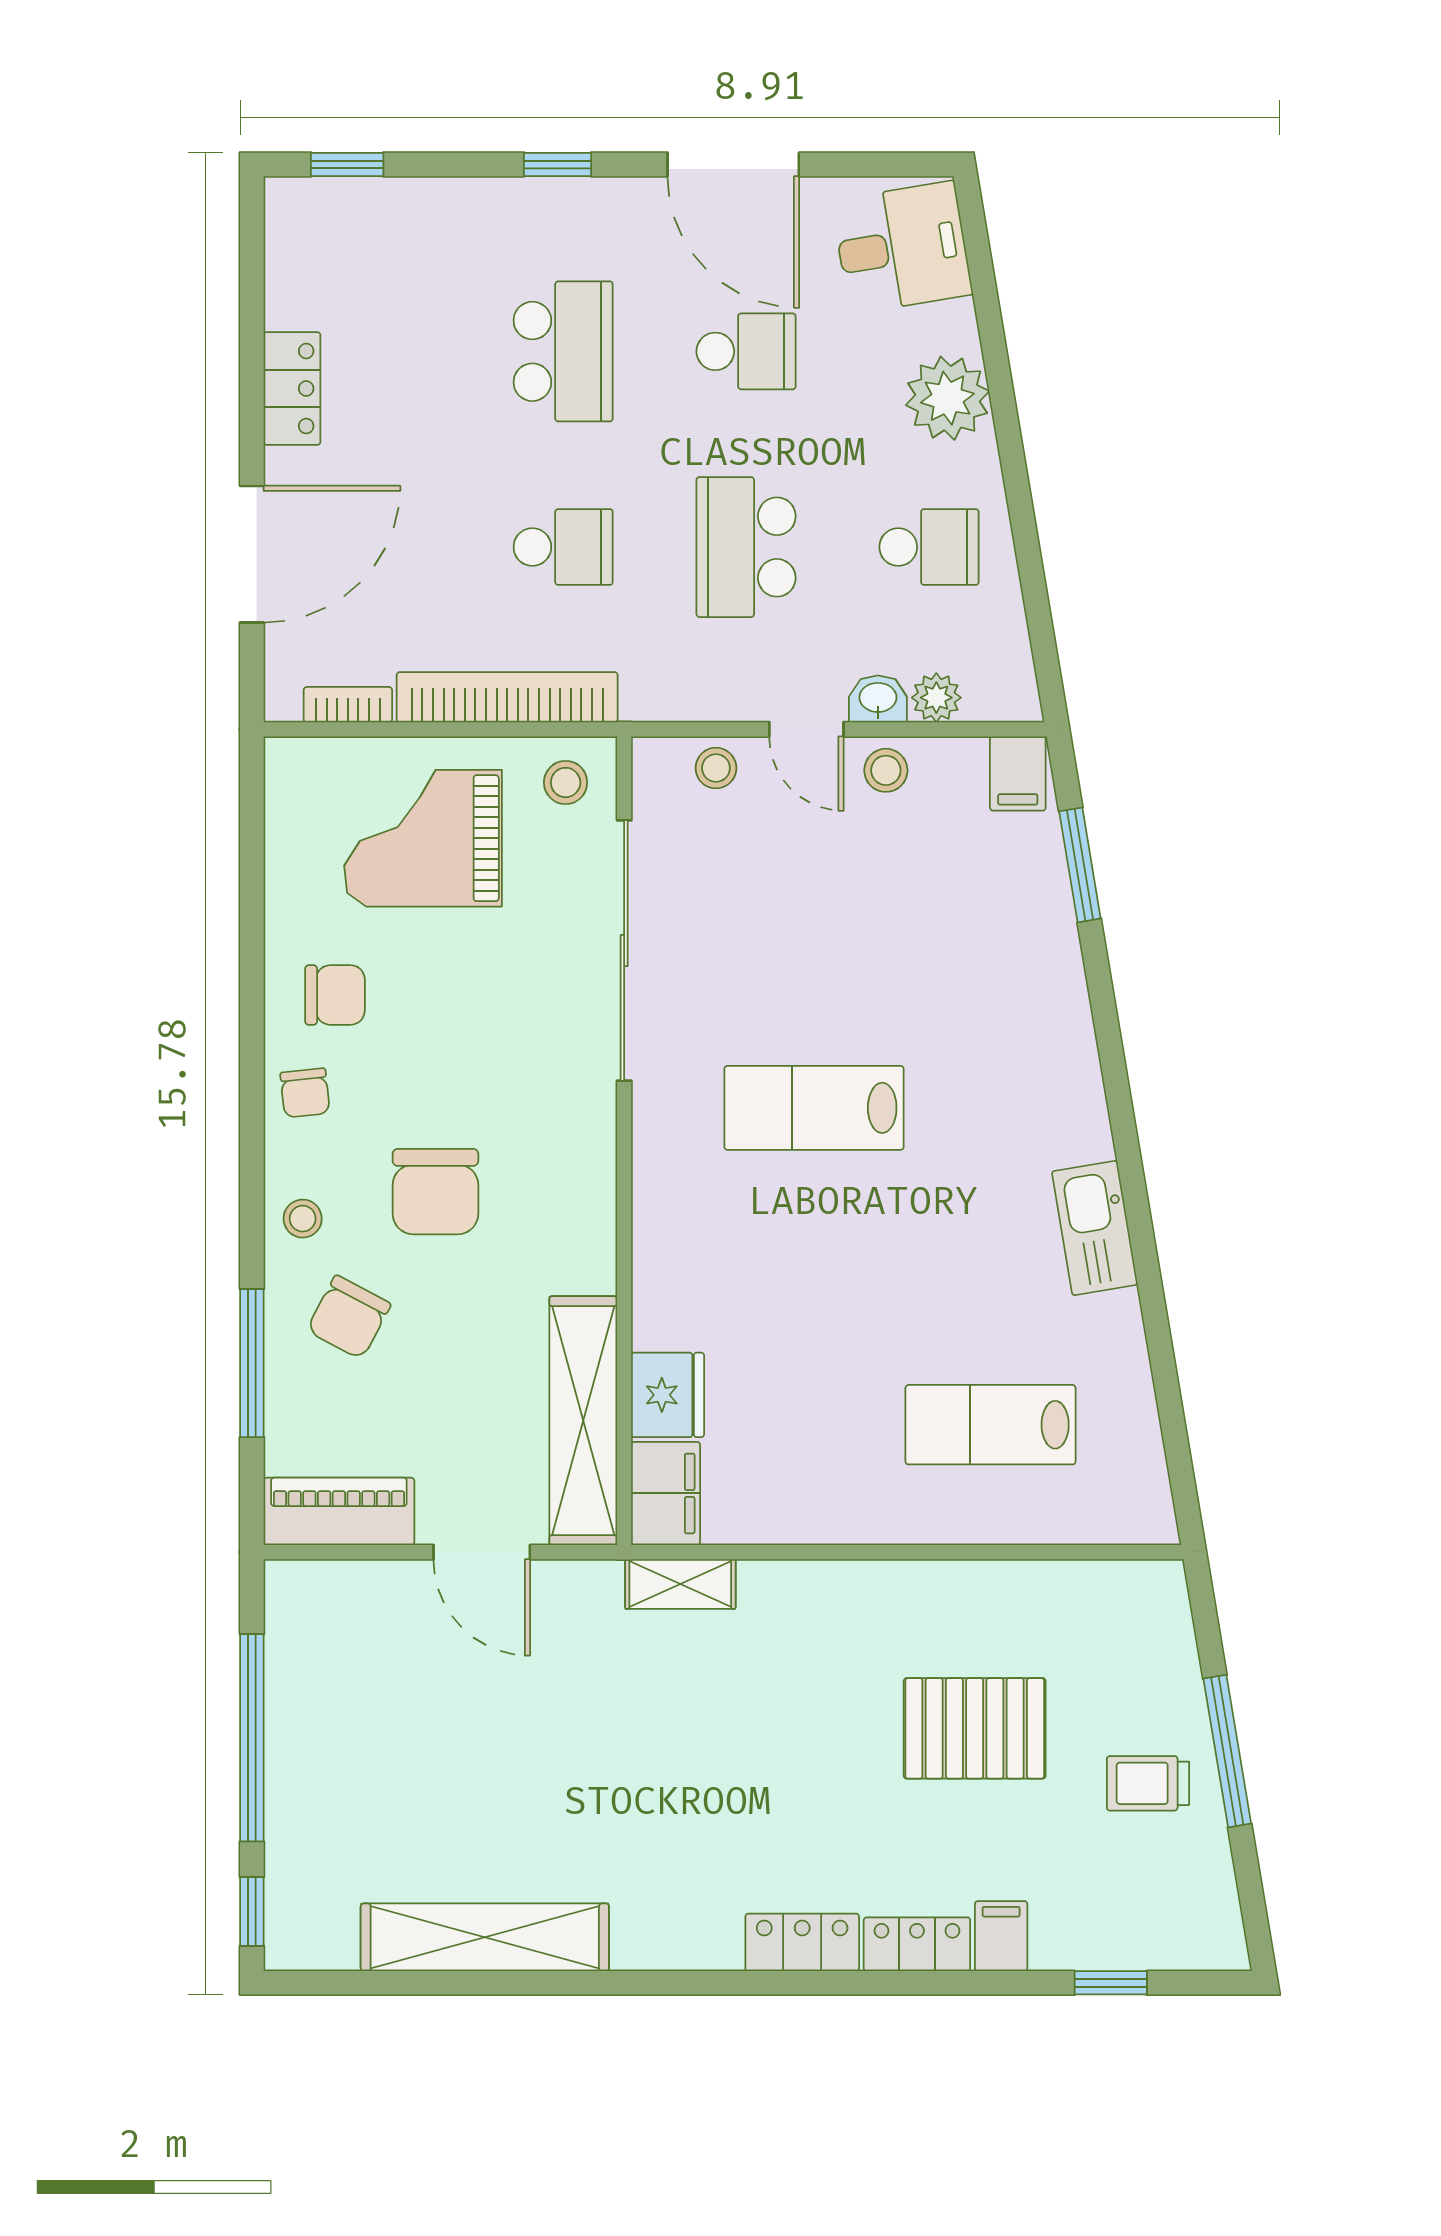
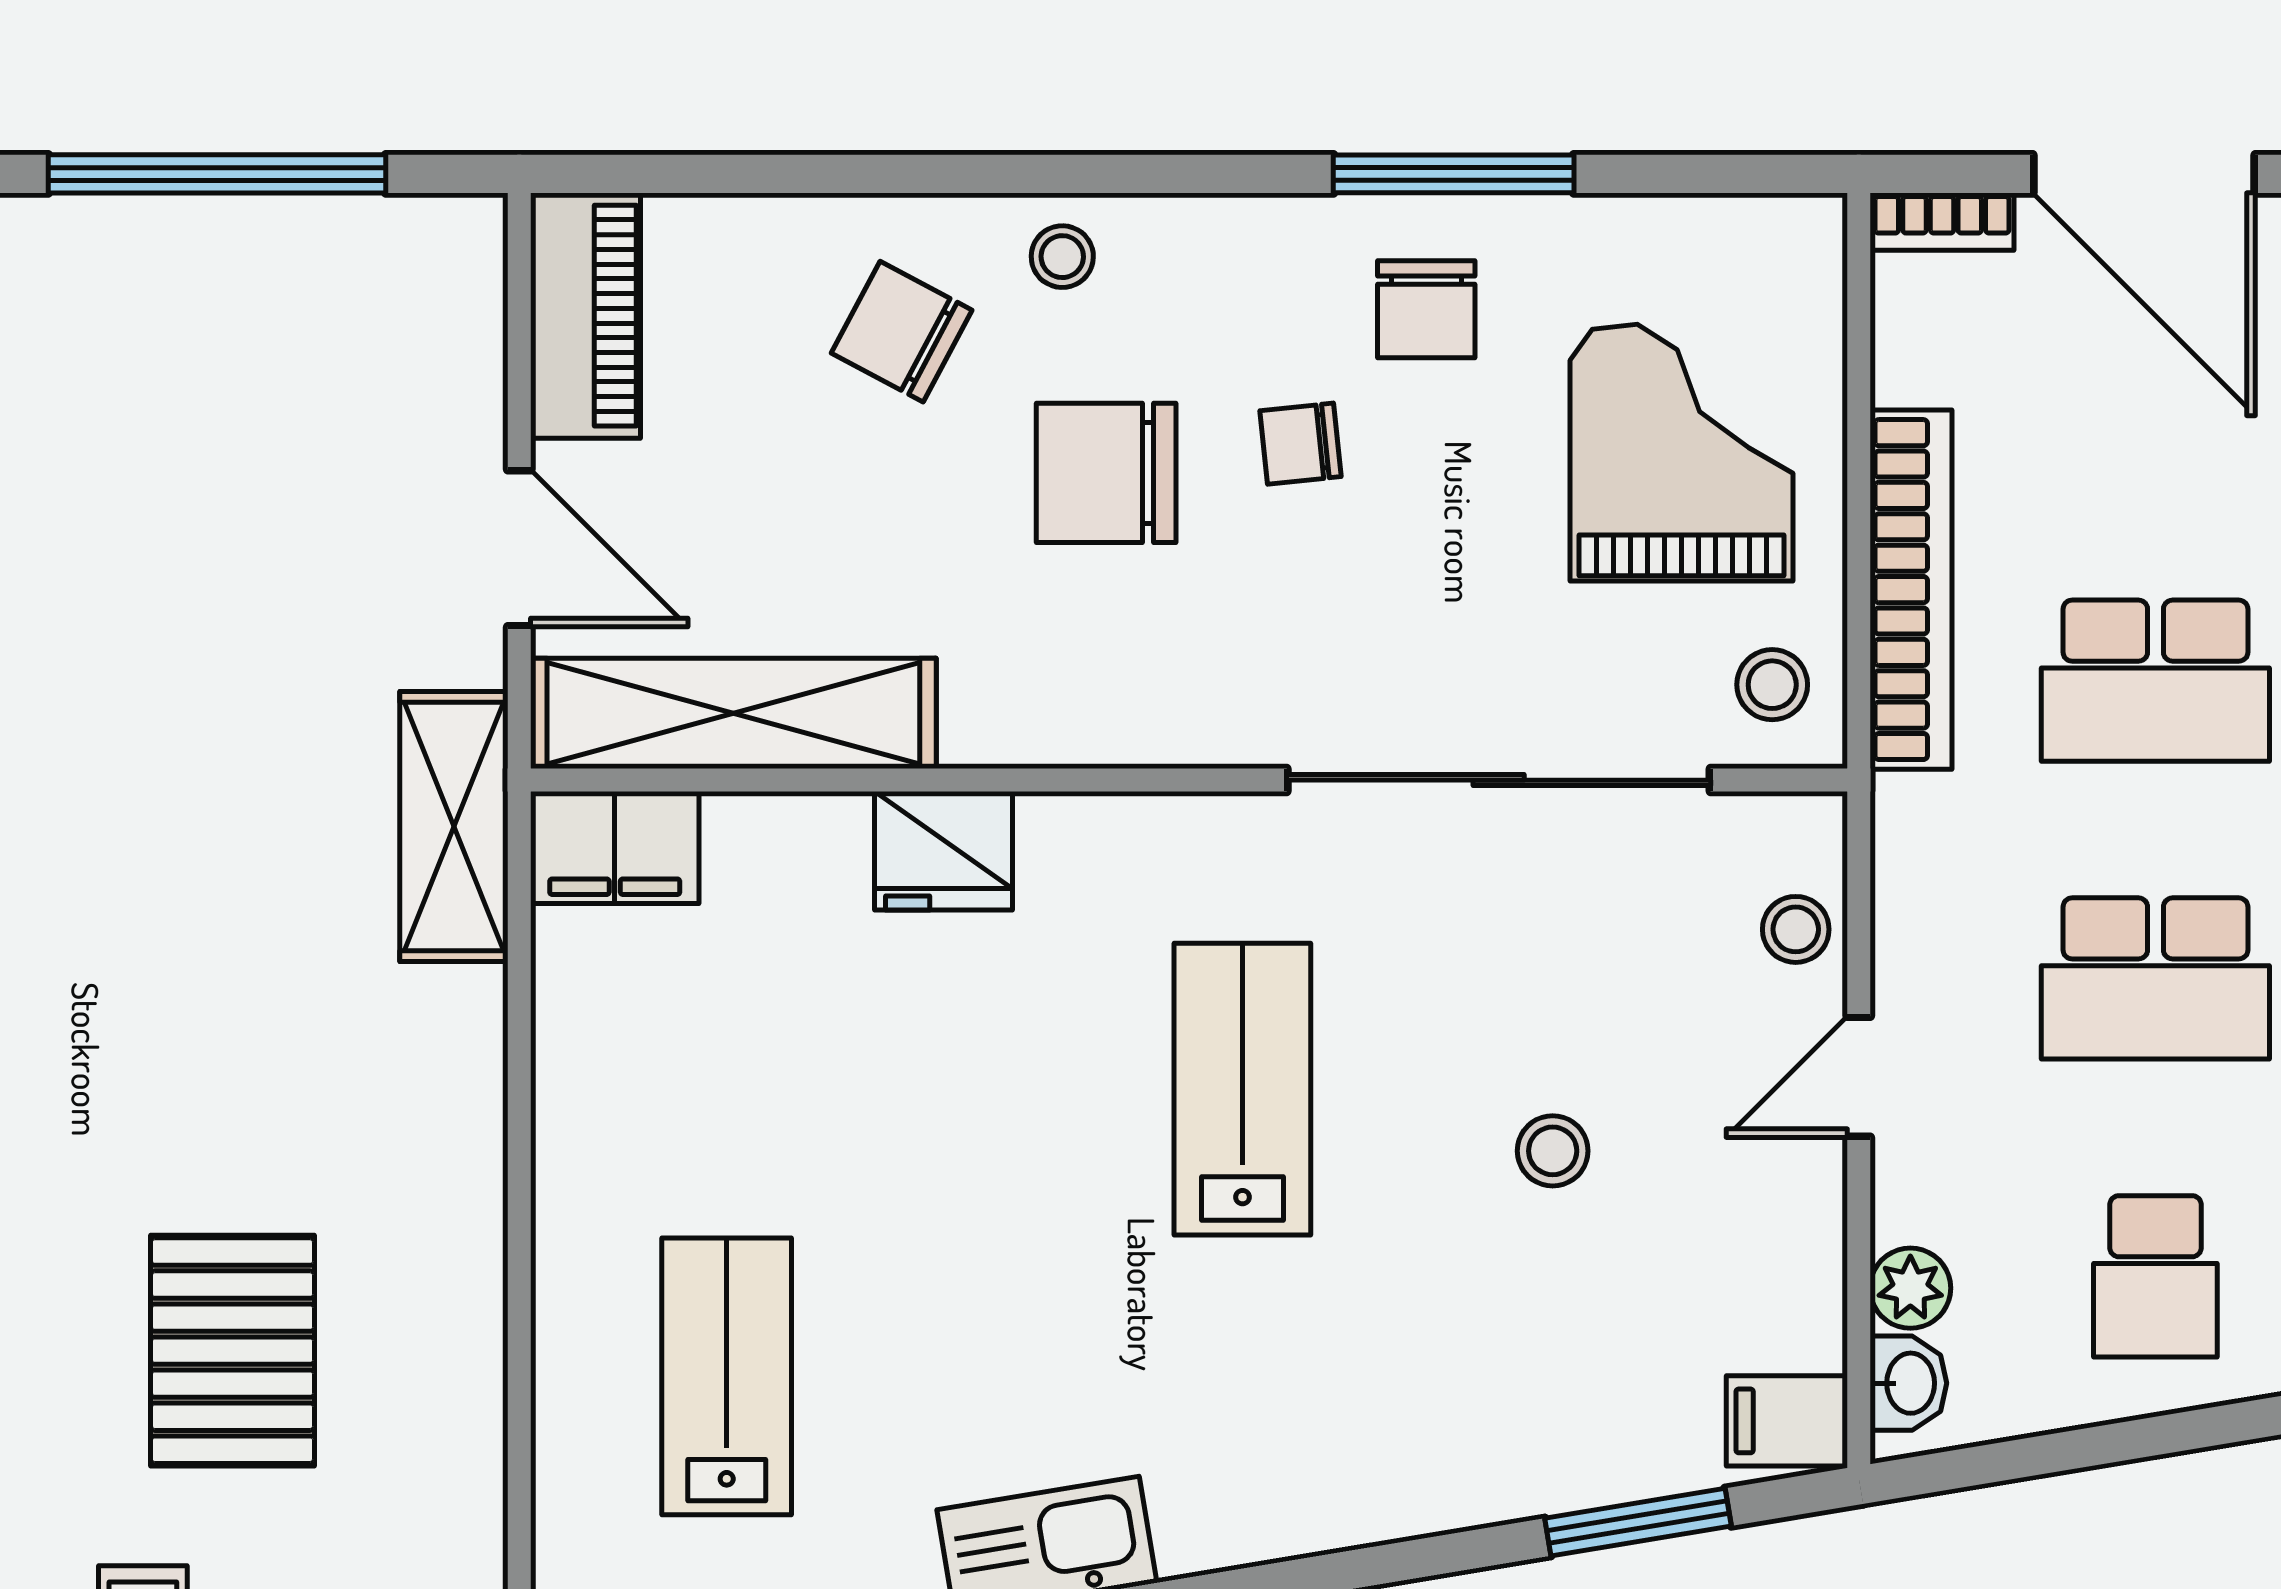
school desk: (563, 547) -> (2155, 681), width x1.85
school desk: (746, 547) -> (2155, 978), turned 180
washbasin: (878, 699) -> (1908, 1383), moved
bookcase: (348, 705) -> (1942, 222), moved, turned 90
stool: (886, 770) -> (1553, 1151), moved
chair: (305, 1093) -> (1300, 444), moved
window: (252, 1363) -> (1454, 174), moved
fridge: (668, 1395) -> (944, 851), moved
door: (482, 1552) -> (519, 548), swing flipped
shelving: (680, 1584) -> (454, 826), width x1.50, depth x1.33

